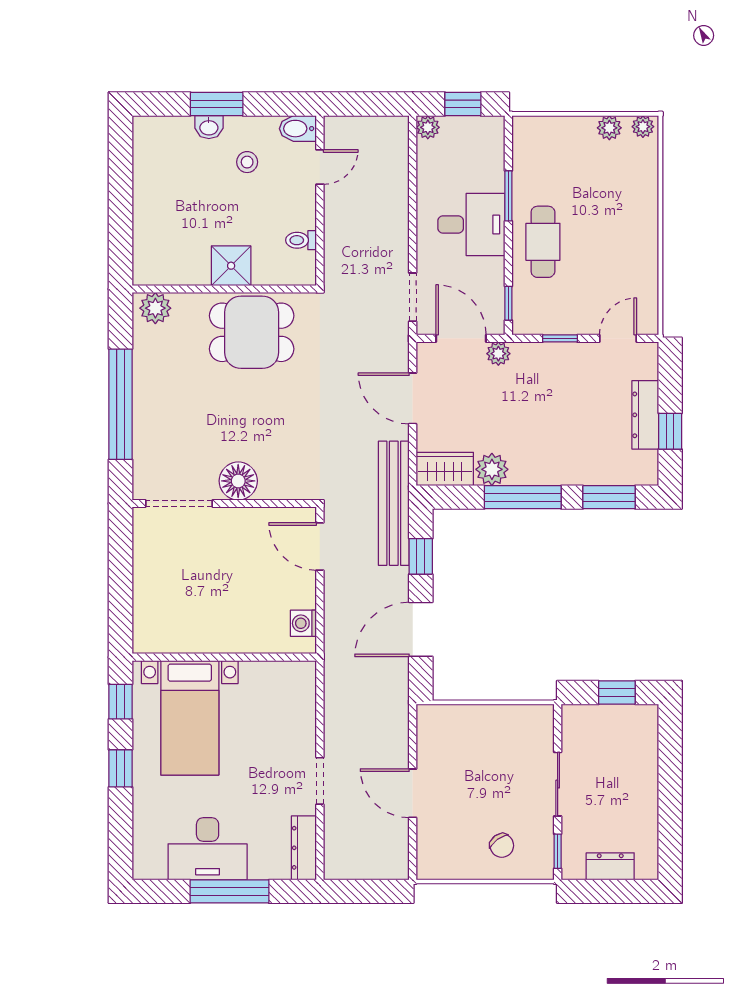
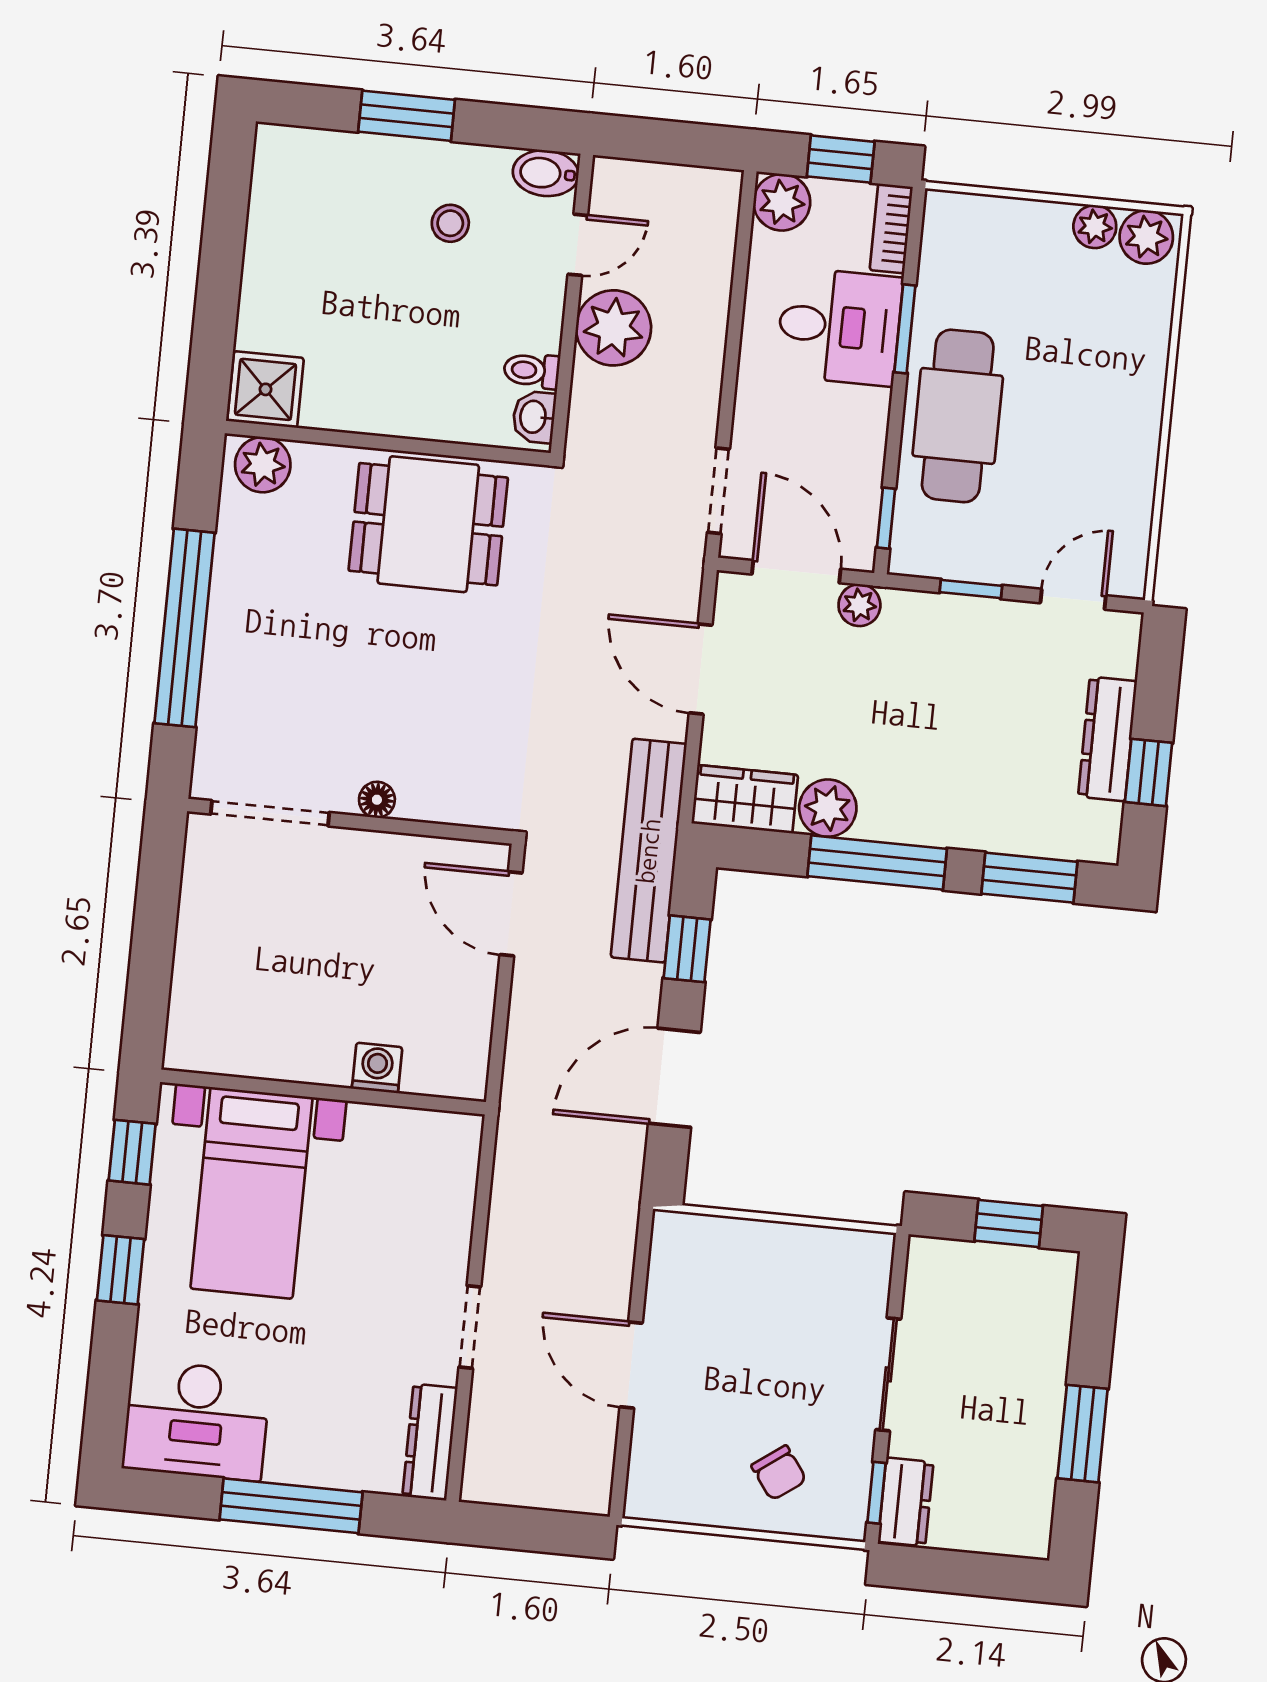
washbasin: (209, 127) -> (534, 417), moved, turned 90
plant: (428, 127) -> (782, 202), width x1.38, depth x1.38
plant: (643, 127) -> (1146, 237), width x1.38, depth x1.38
bookcase: (495, 140) -> (891, 228), added
plant: (345, 212) -> (614, 328), added
desk: (471, 224) -> (839, 326), moved
cafe table: (543, 242) -> (958, 416), width x1.37, depth x1.35
shower: (231, 266) -> (266, 389), moved
floor lamp: (238, 481) -> (377, 800), width x0.53, depth x0.53
washing machine: (303, 623) -> (377, 1068), moved, turned 90
window: (670, 806) -> (1083, 1434), added
desk: (208, 849) -> (196, 1420), moved
dresser: (610, 866) -> (906, 1502), moved, turned 90

